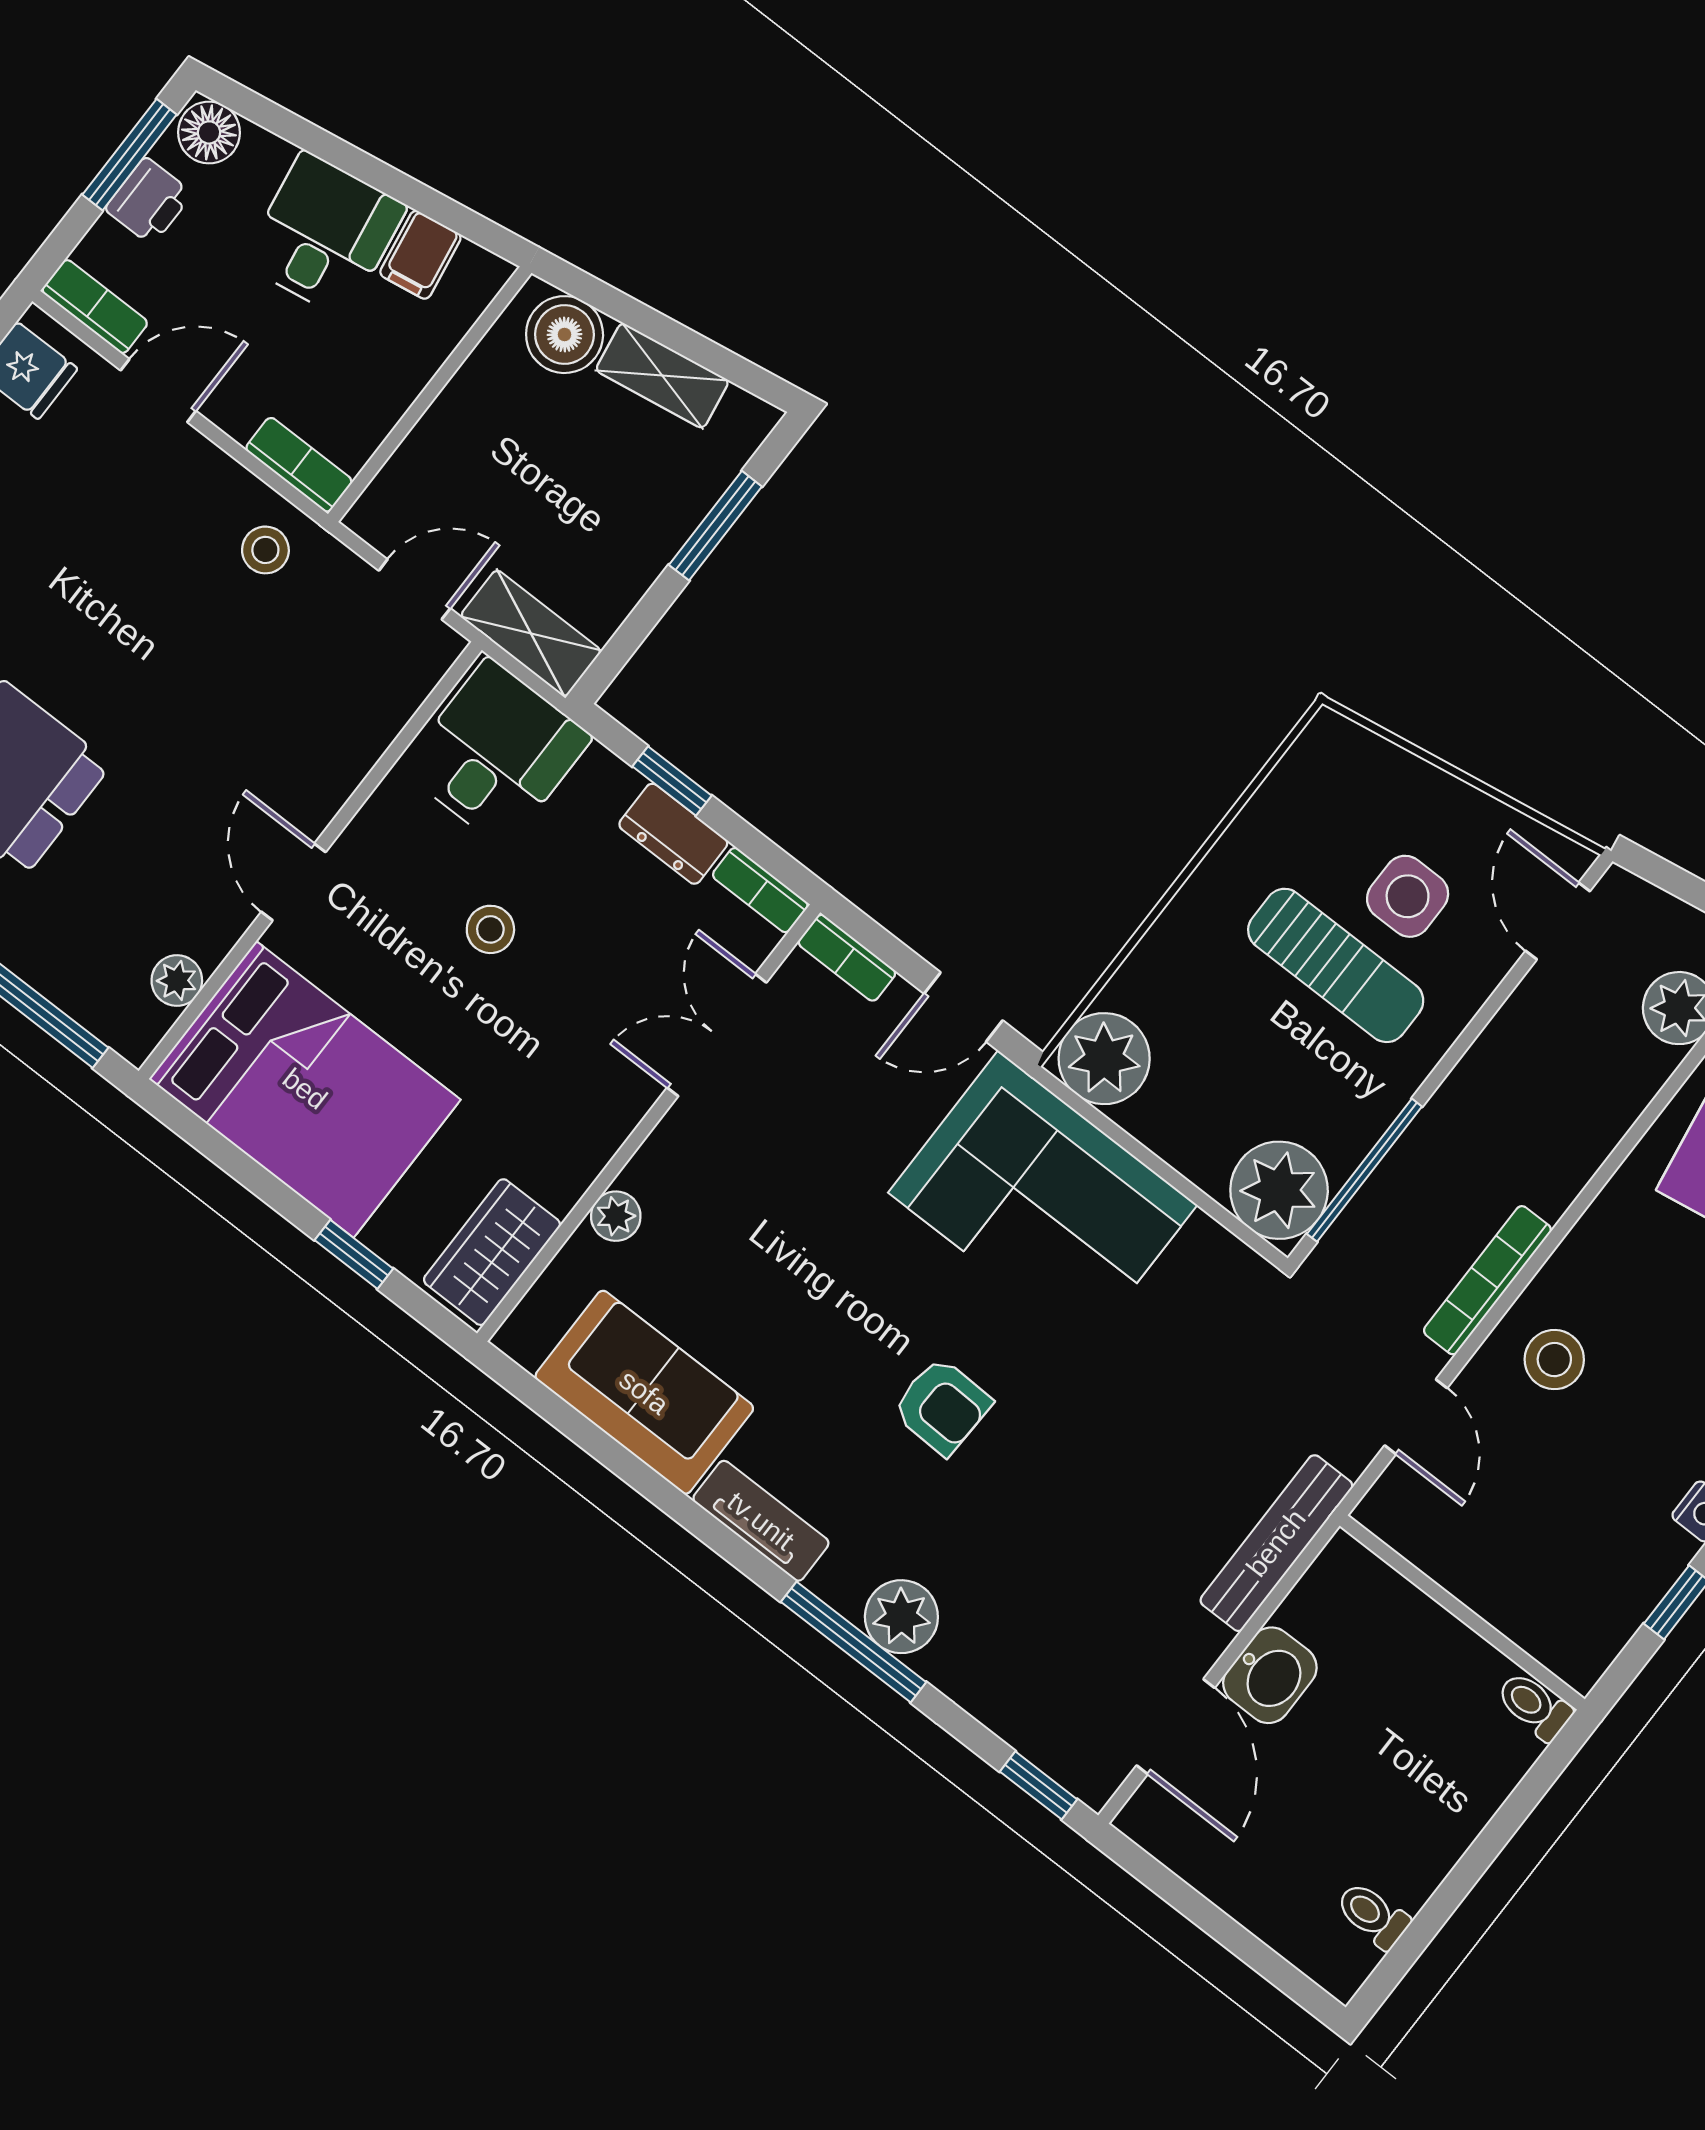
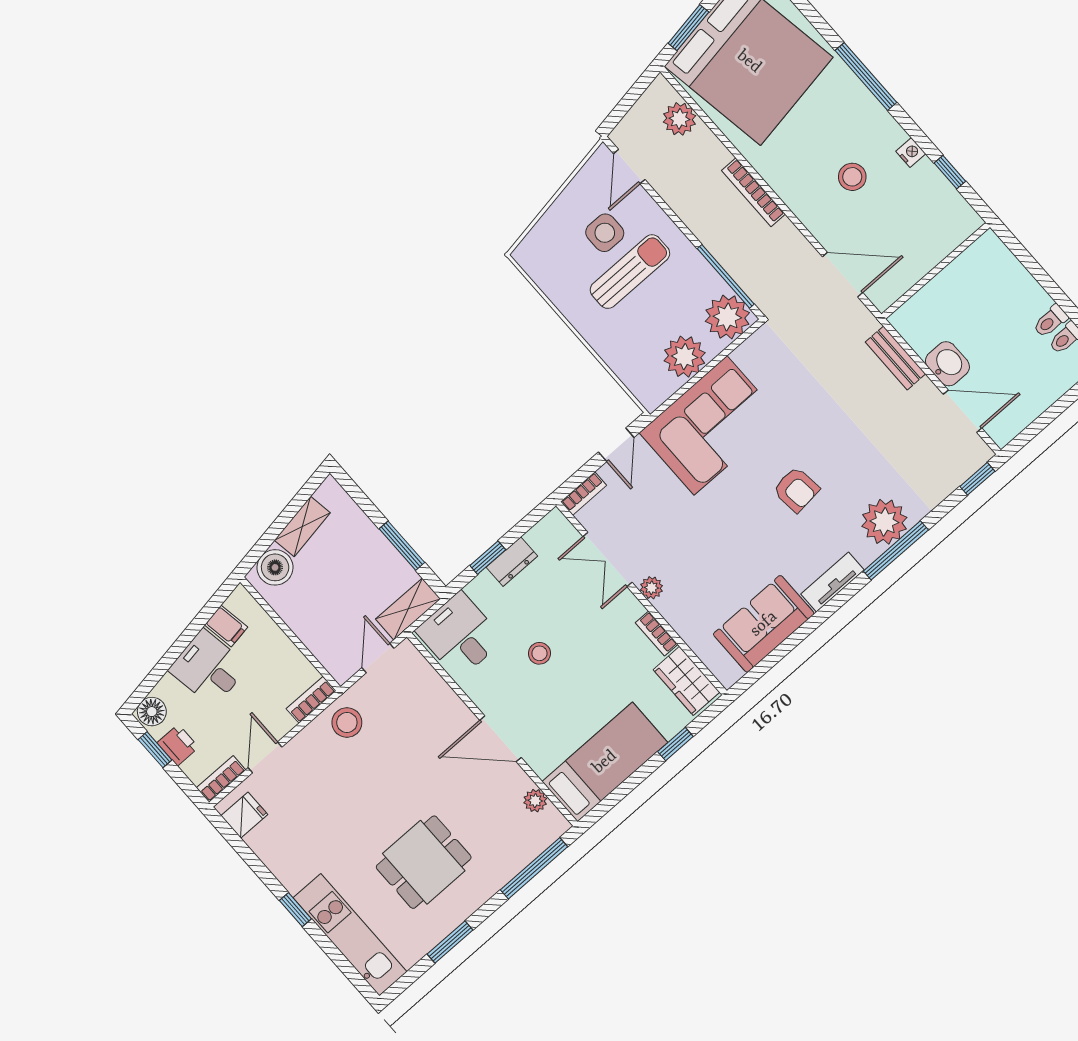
window: (130, 155) -> (155, 750), width x0.67
window: (715, 526) -> (402, 546), moved
stool: (265, 550) -> (347, 723), width x1.37, depth x1.37
door: (293, 882) -> (501, 739), width x1.38
bookcase: (760, 890) -> (657, 634), moved, turned 90
door: (1558, 921) -> (629, 167), hinge flipped
plant: (1104, 1059) -> (685, 357), moved
bed: (305, 1089) -> (605, 762), width x0.67
plant: (616, 1216) -> (651, 588), moved
bookcase: (1487, 1280) -> (754, 192), moved
stool: (1554, 1360) -> (852, 177), moved
armchair: (942, 1406) -> (796, 490), turned 82
door: (1416, 1417) -> (843, 275), width x1.38
bench: (1276, 1543) -> (896, 358), width x0.73
plant: (901, 1617) -> (884, 522), width x1.36, depth x1.36
toilet: (1534, 1706) -> (1050, 321), moved

